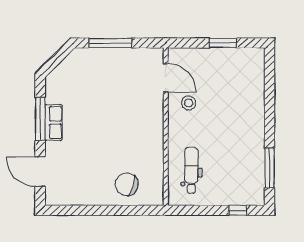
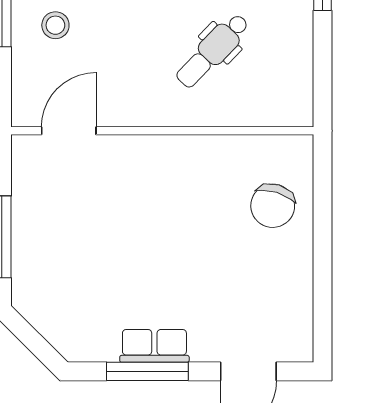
stool: (189, 103) -> (55, 25), moved
dental chair: (191, 170) -> (213, 51), moved, turned -46

